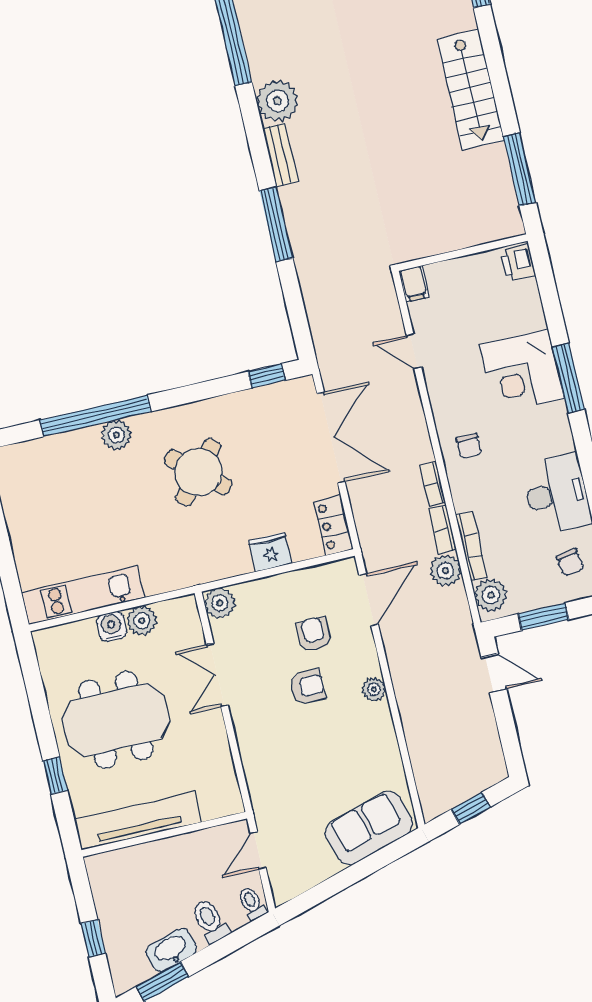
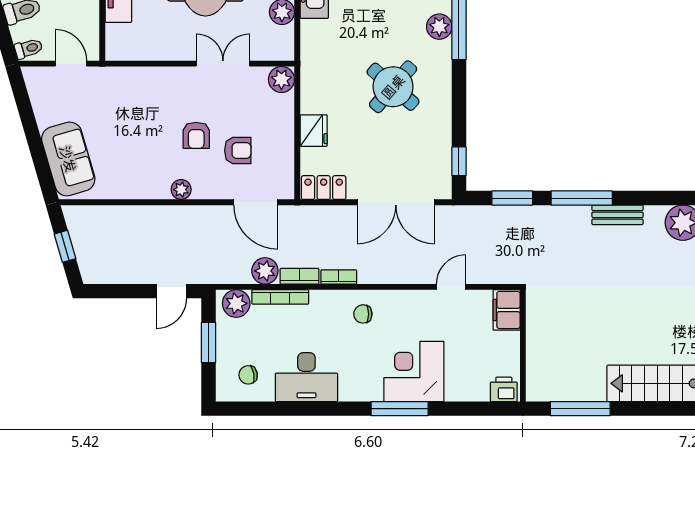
bench: (280, 155) -> (617, 215), moved
filing cabinet: (414, 284) -> (507, 310), width x2.00
window: (295, 305) -> (512, 198), added

